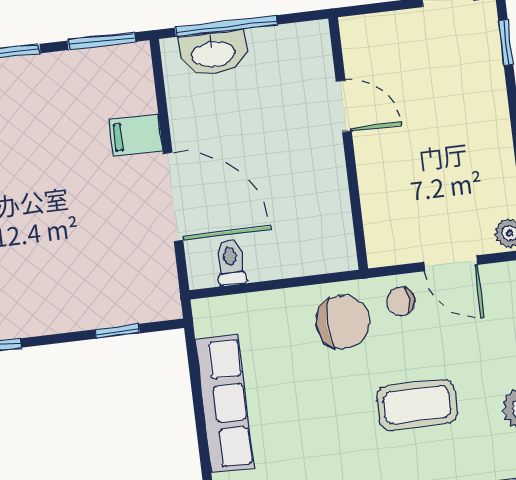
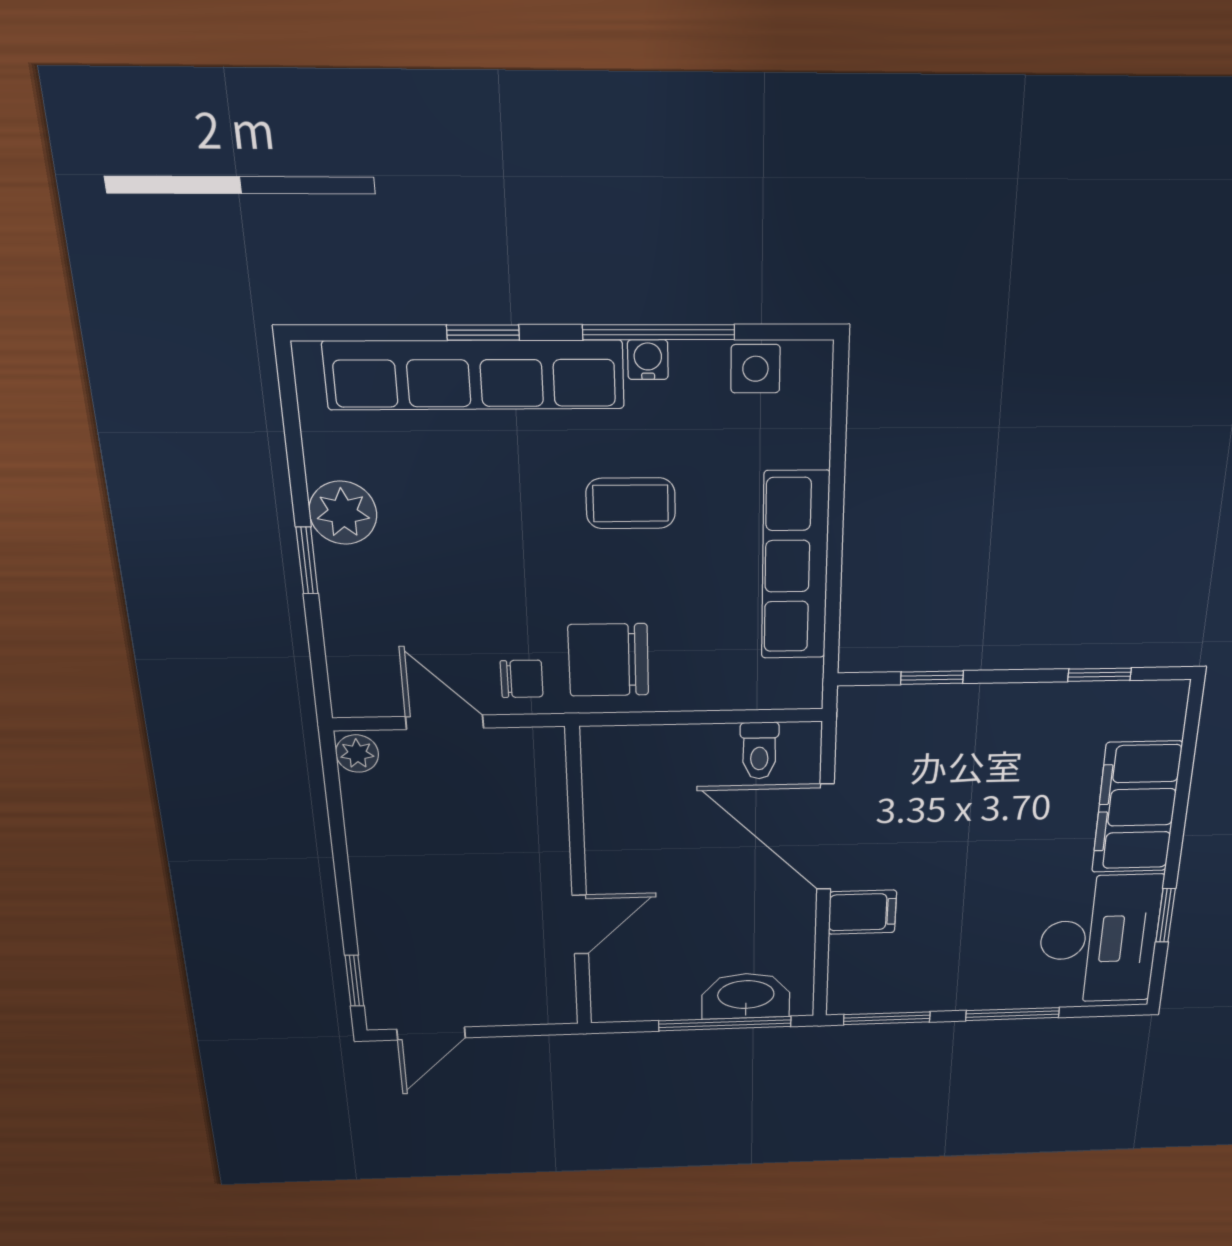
door: (344, 106) -> (580, 925), swing flipped
coffee table: (417, 405) -> (631, 503), moved, width x0.73, depth x0.77

